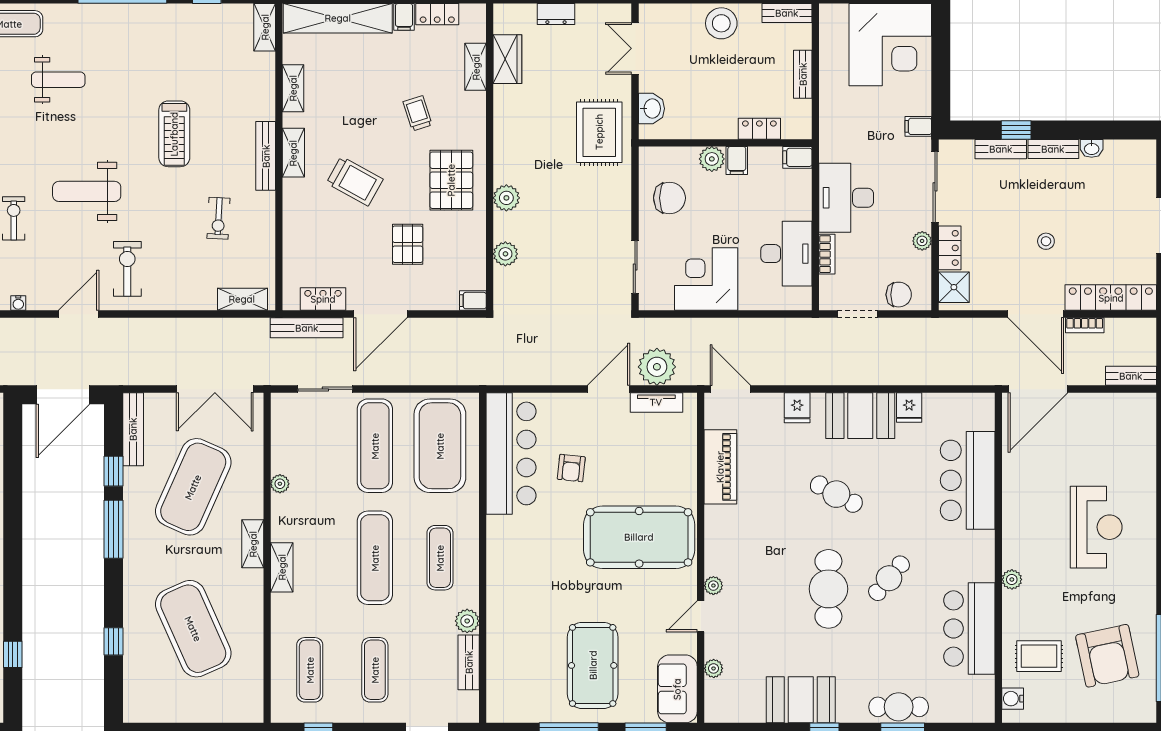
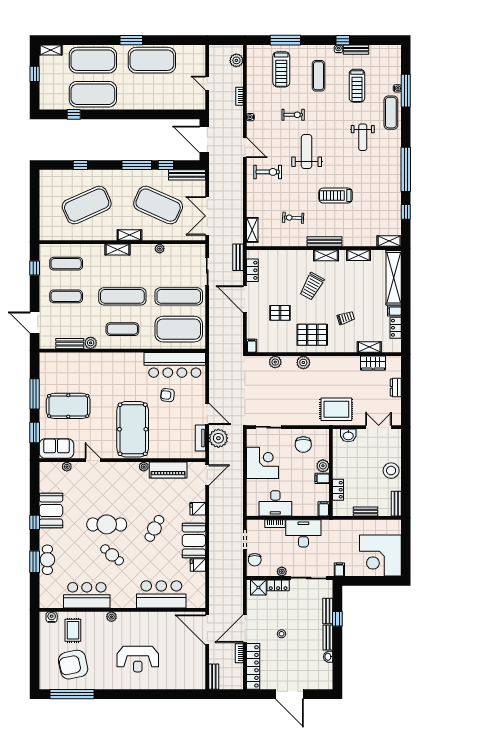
bench: (307, 328) -> (238, 257), width x0.73
plant: (713, 586) -> (144, 467), moved

